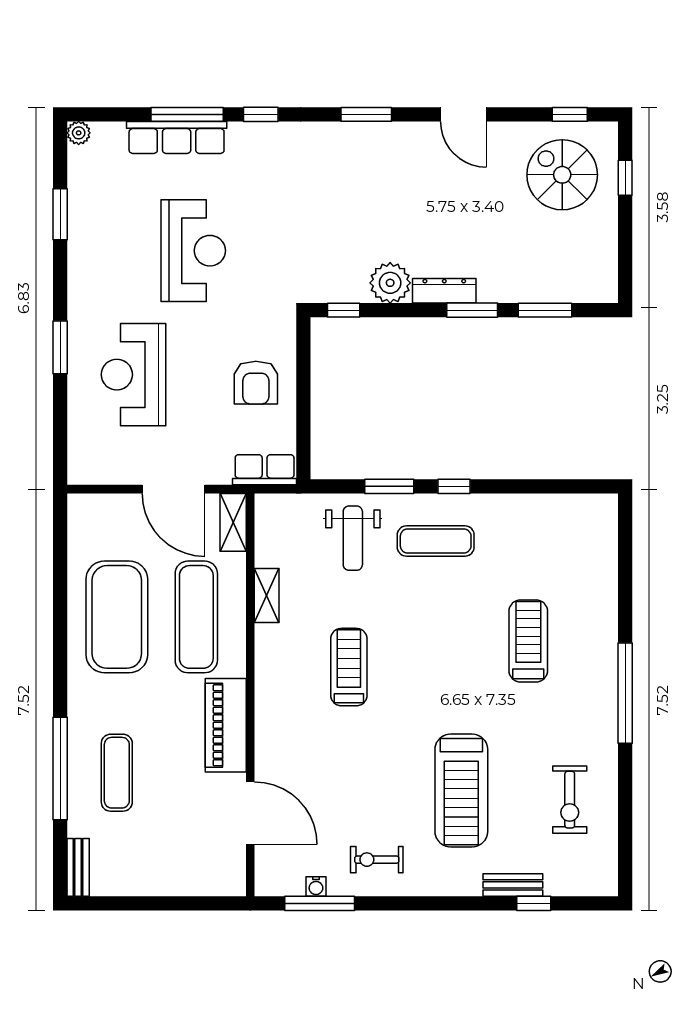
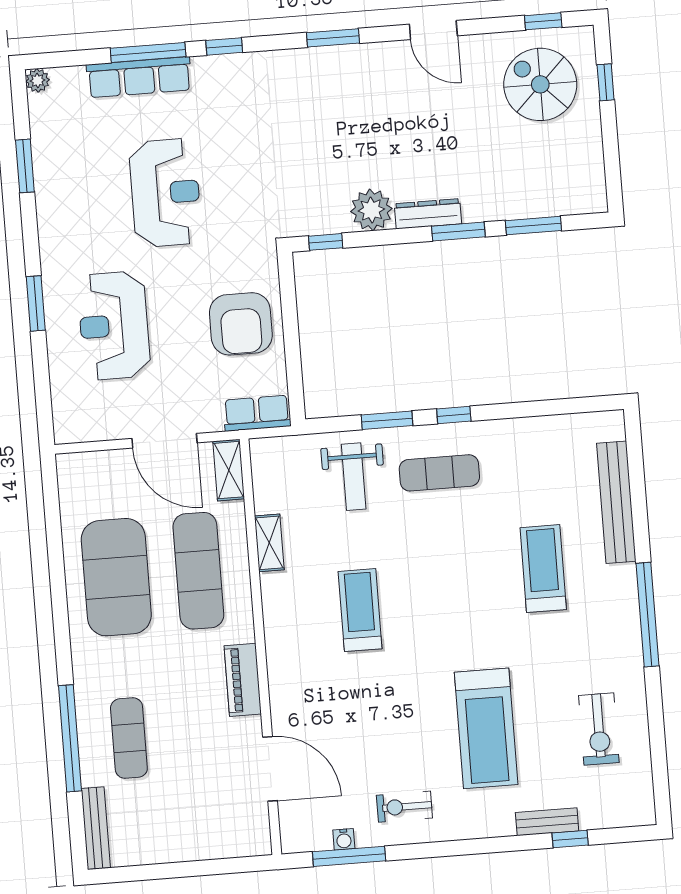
armchair: (256, 383) -> (241, 324), width x1.36, depth x1.36
bench: (604, 583) -> (616, 502), added
piano: (226, 725) -> (243, 680), width x0.73, depth x0.75
bench: (78, 867) -> (96, 828), width x1.36

